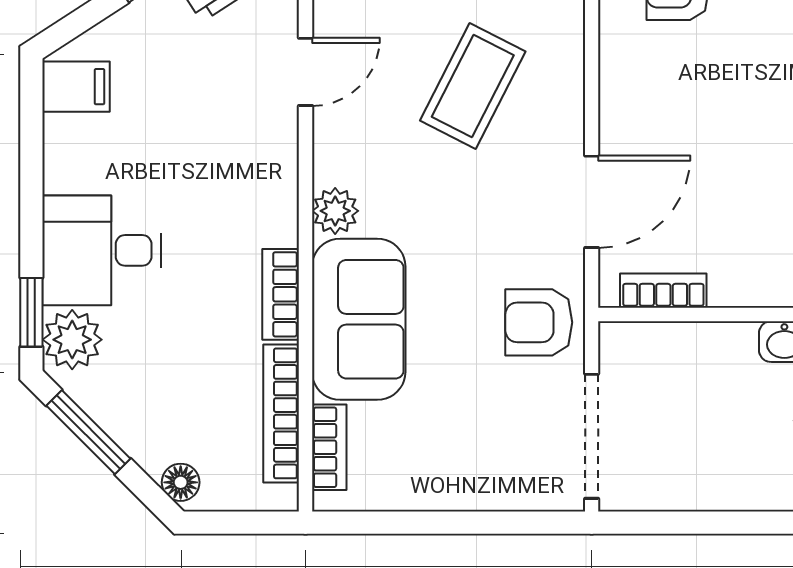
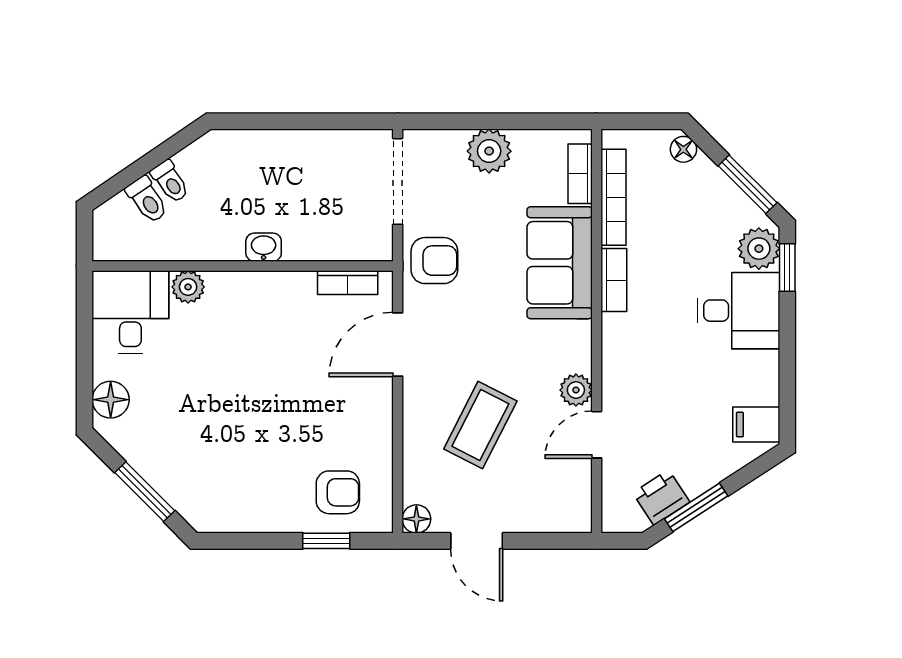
plant: (335, 211) -> (576, 390), moved
plant: (460, 480) -> (489, 151), added

